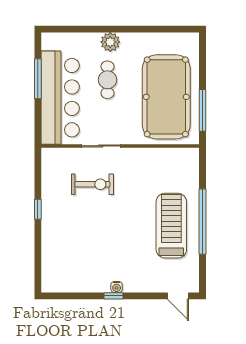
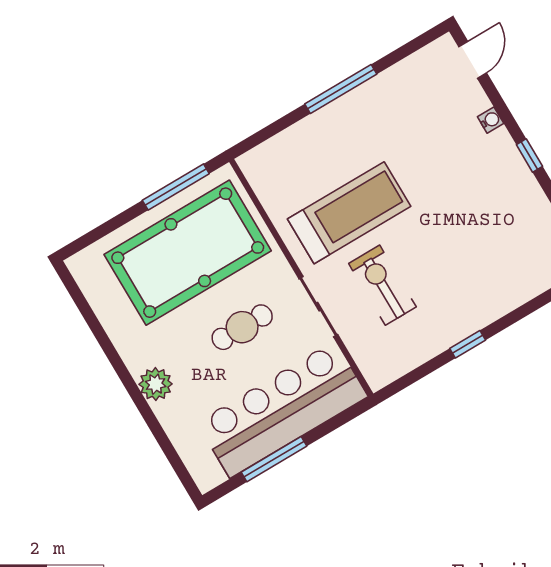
cafe table: (107, 80) -> (242, 327), moved
window: (202, 222) -> (341, 89), width x0.68
treadmill: (171, 226) -> (349, 213), moved, turned 180
water cooler: (117, 287) -> (491, 120), moved

